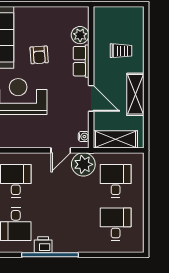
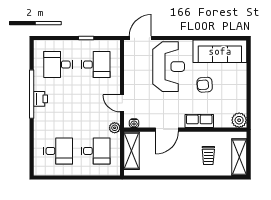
plant: (80, 35) -> (239, 120), moved
shelving: (135, 94) -> (239, 157), moved, turned 90
plant: (83, 164) -> (115, 128), width x0.53, depth x0.53
printer: (43, 245) -> (40, 99), moved

